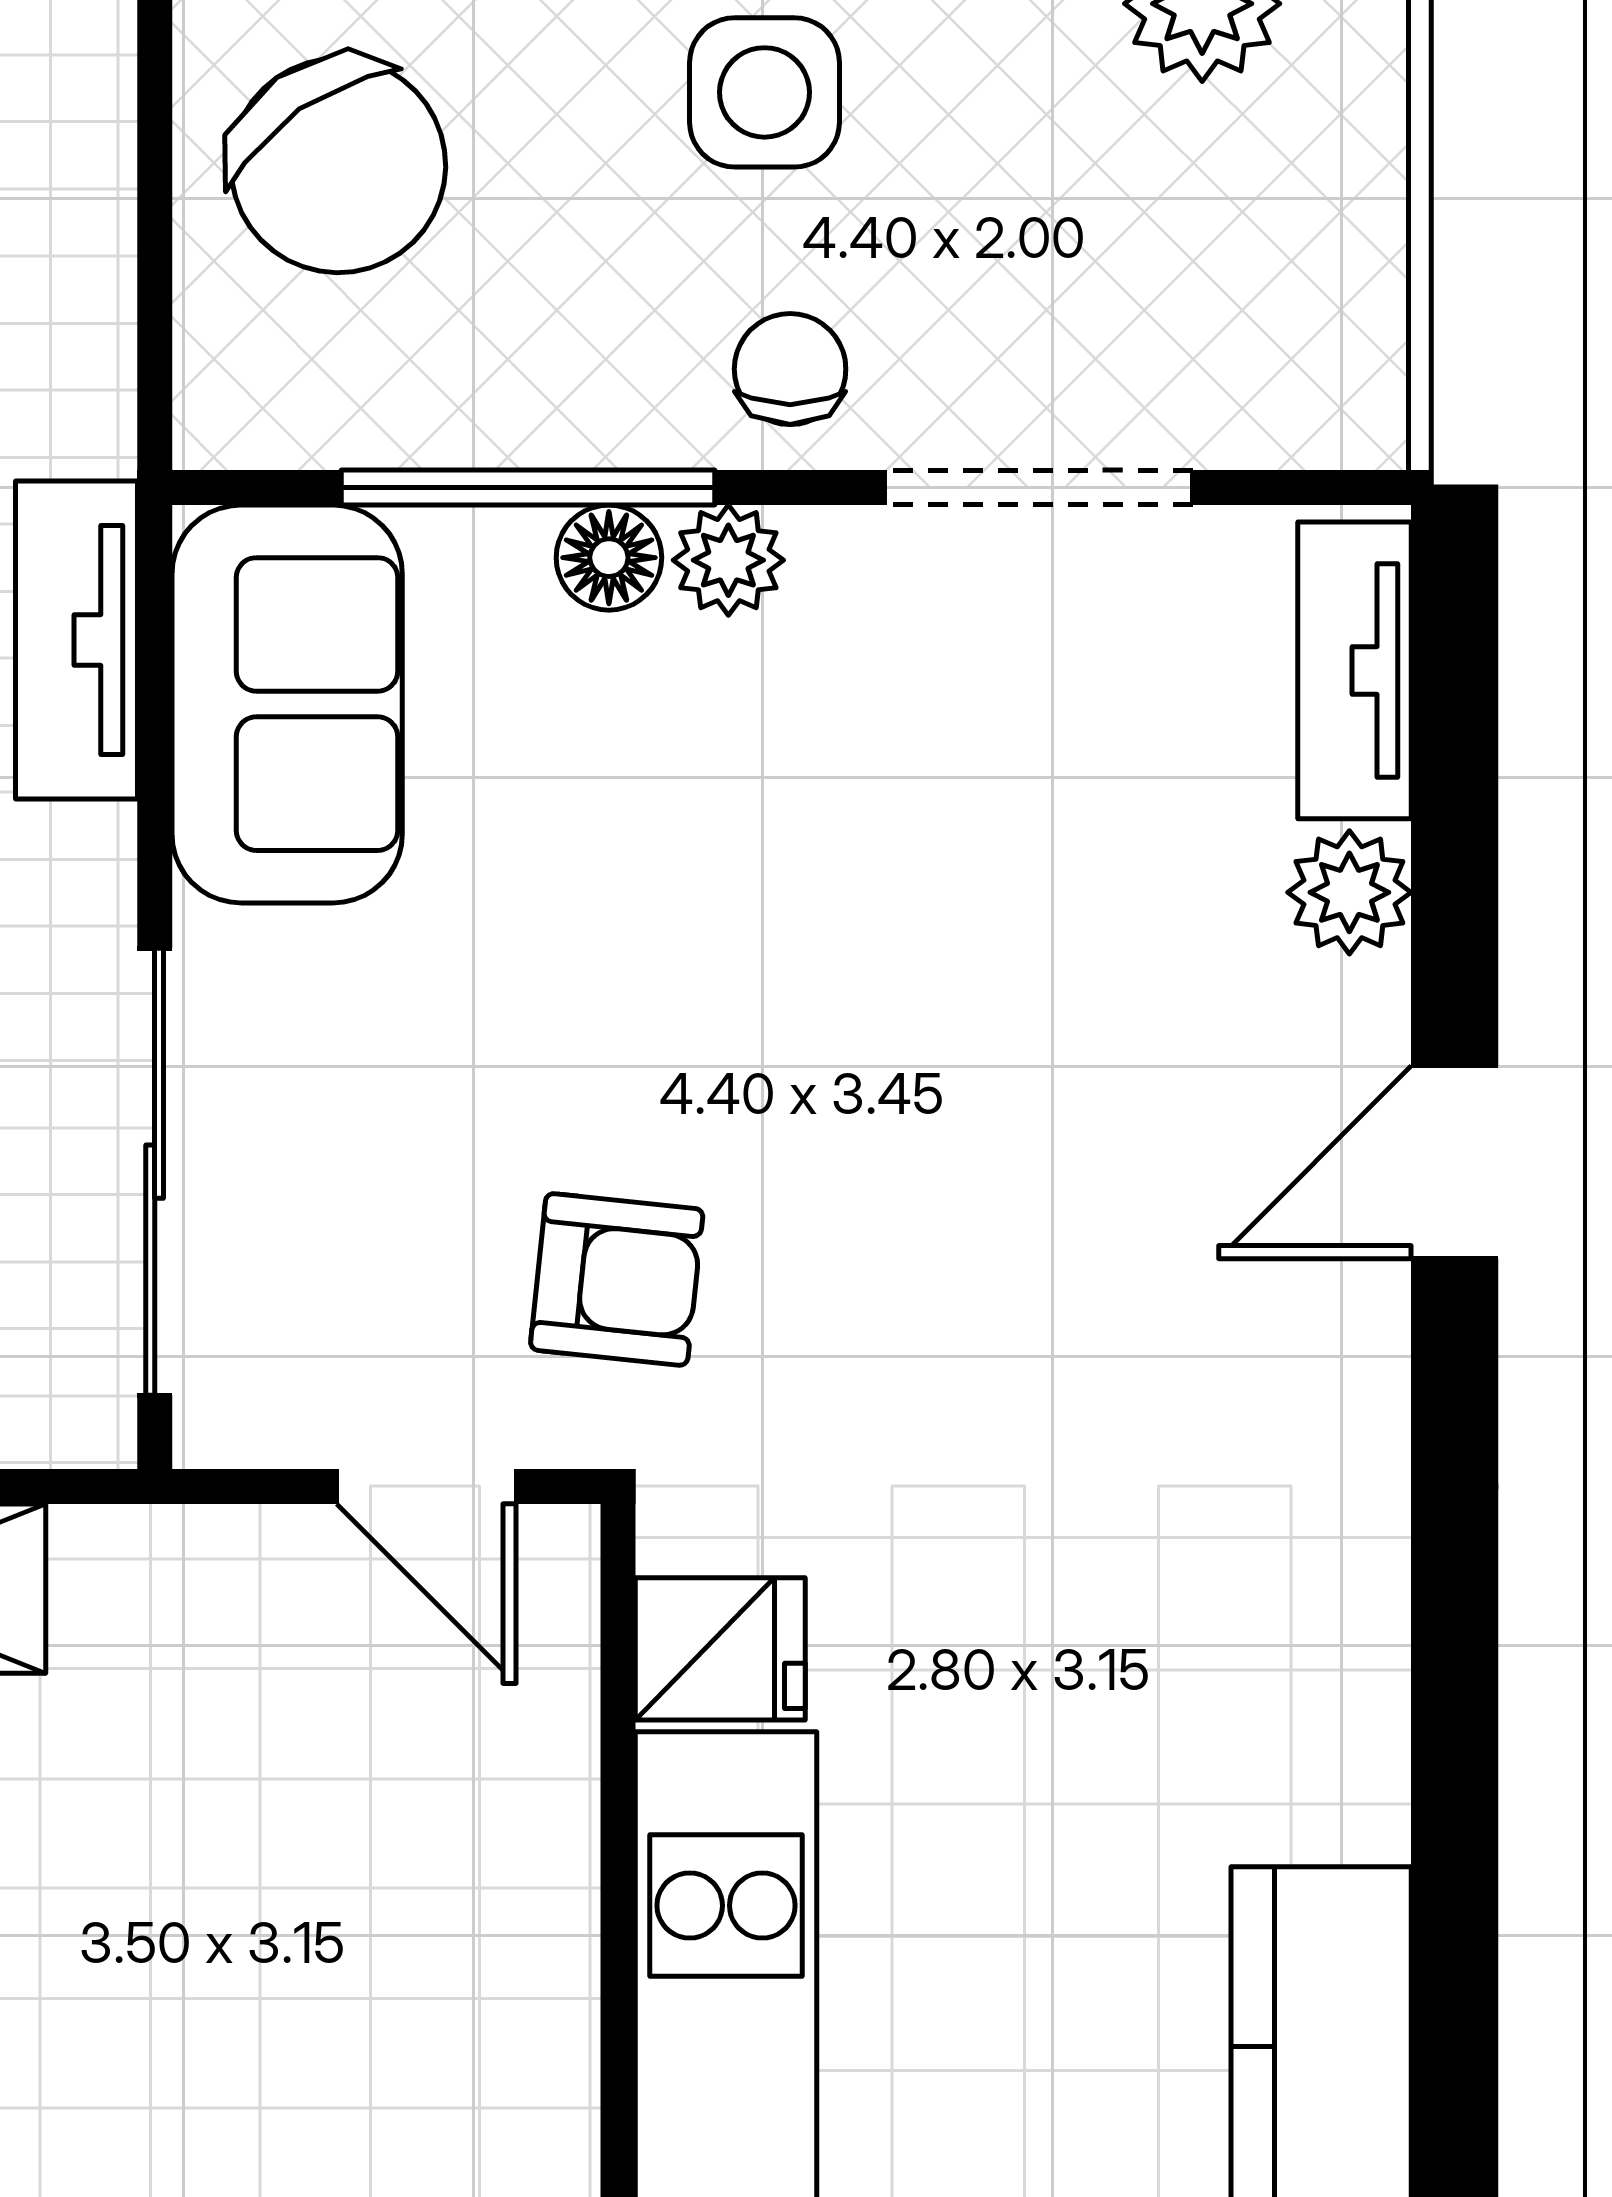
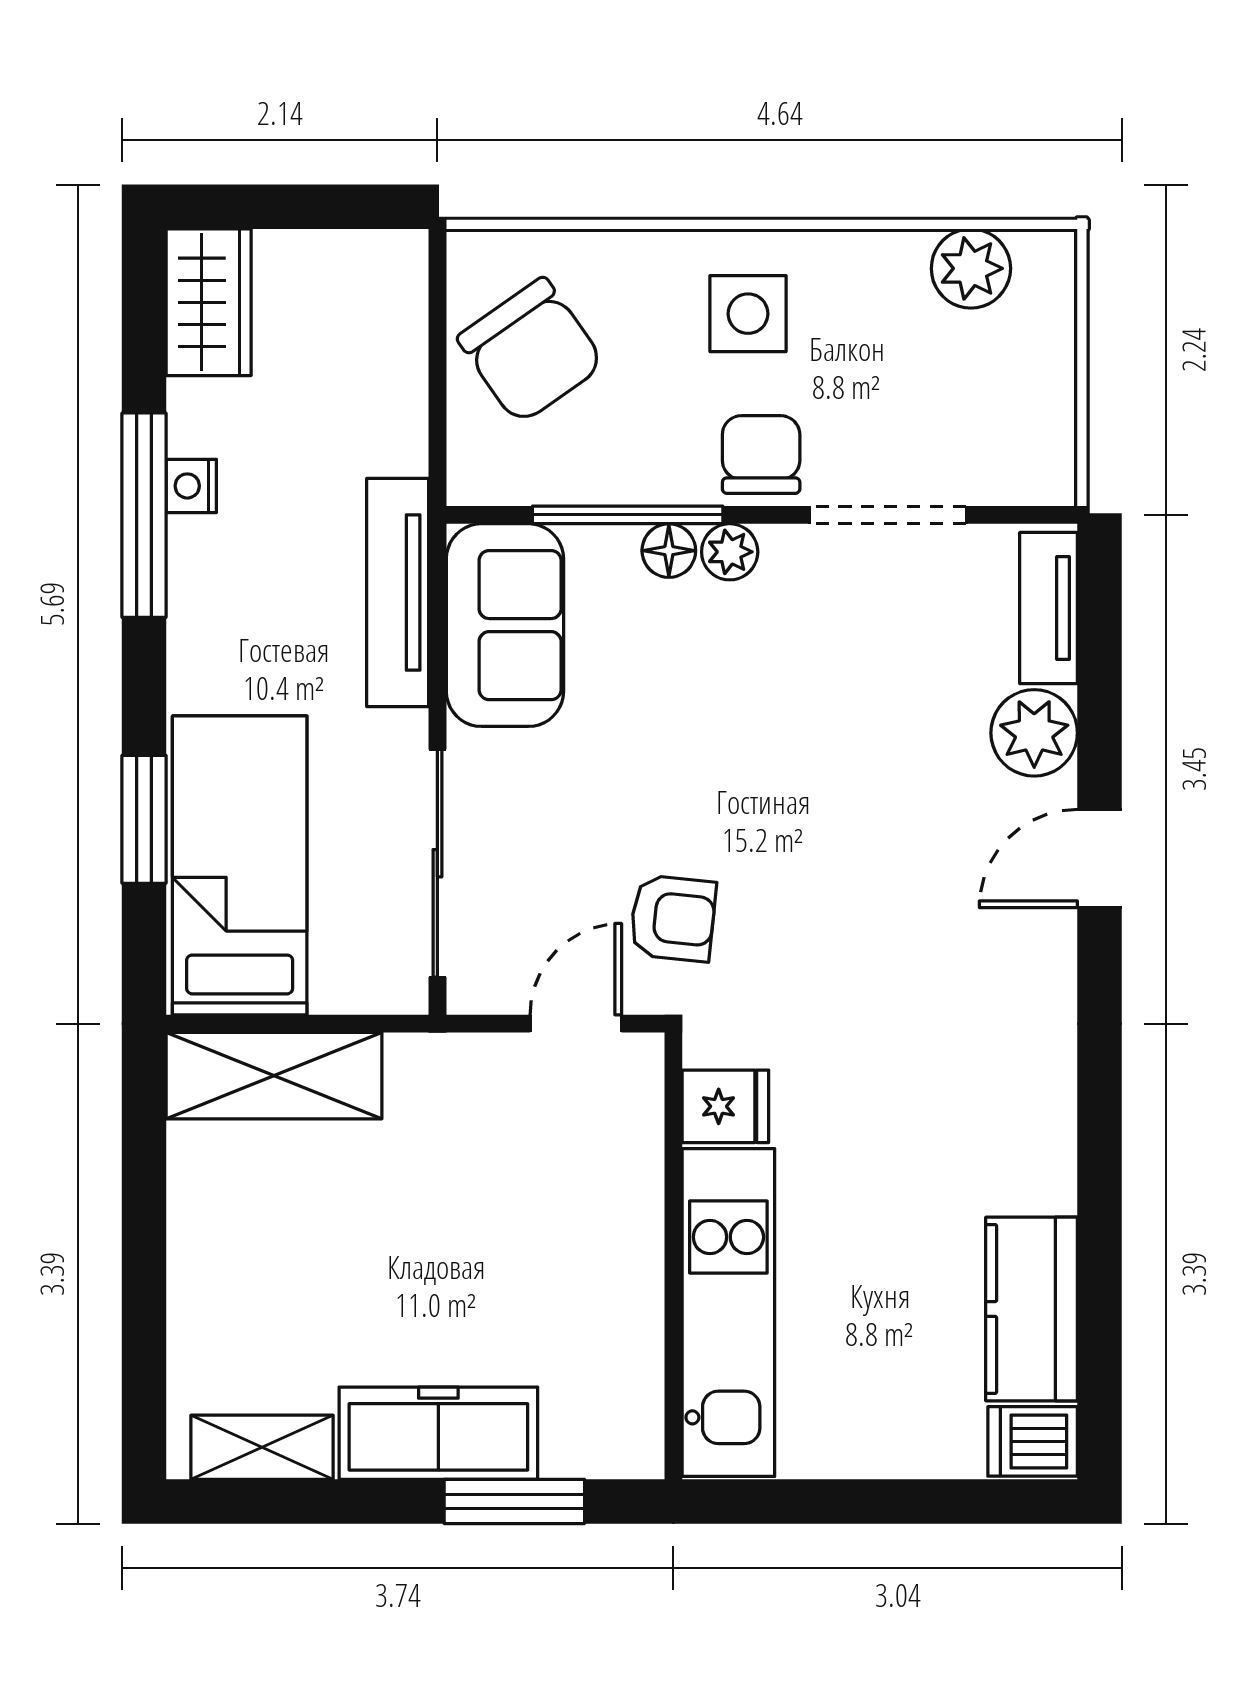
chair: (790, 369) -> (761, 455), width x1.37, depth x1.37
tv unit: (76, 640) -> (398, 593), width x1.41
plant: (1349, 892) -> (1034, 733), width x1.38, depth x1.38
door: (426, 1486) -> (576, 1024), swing flipped

